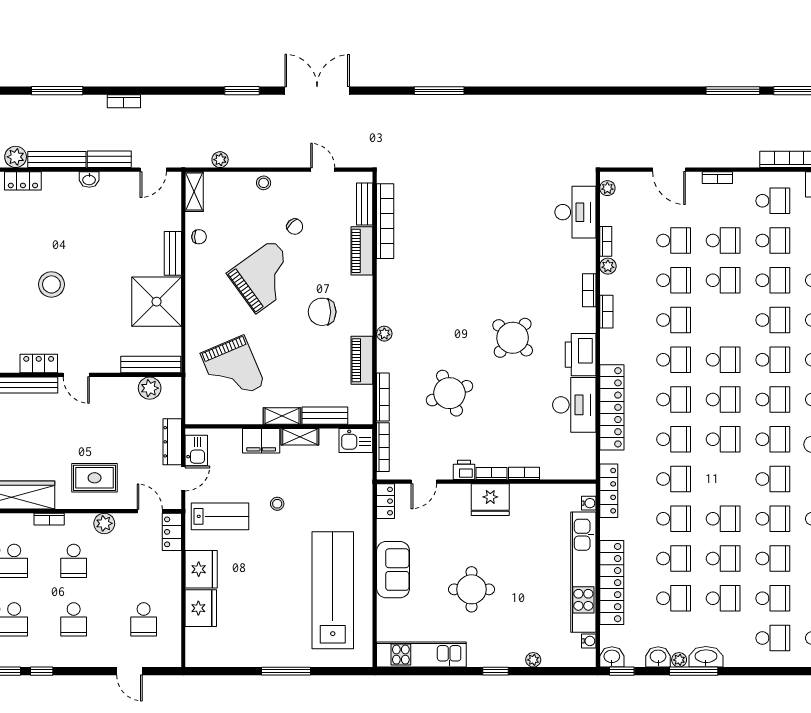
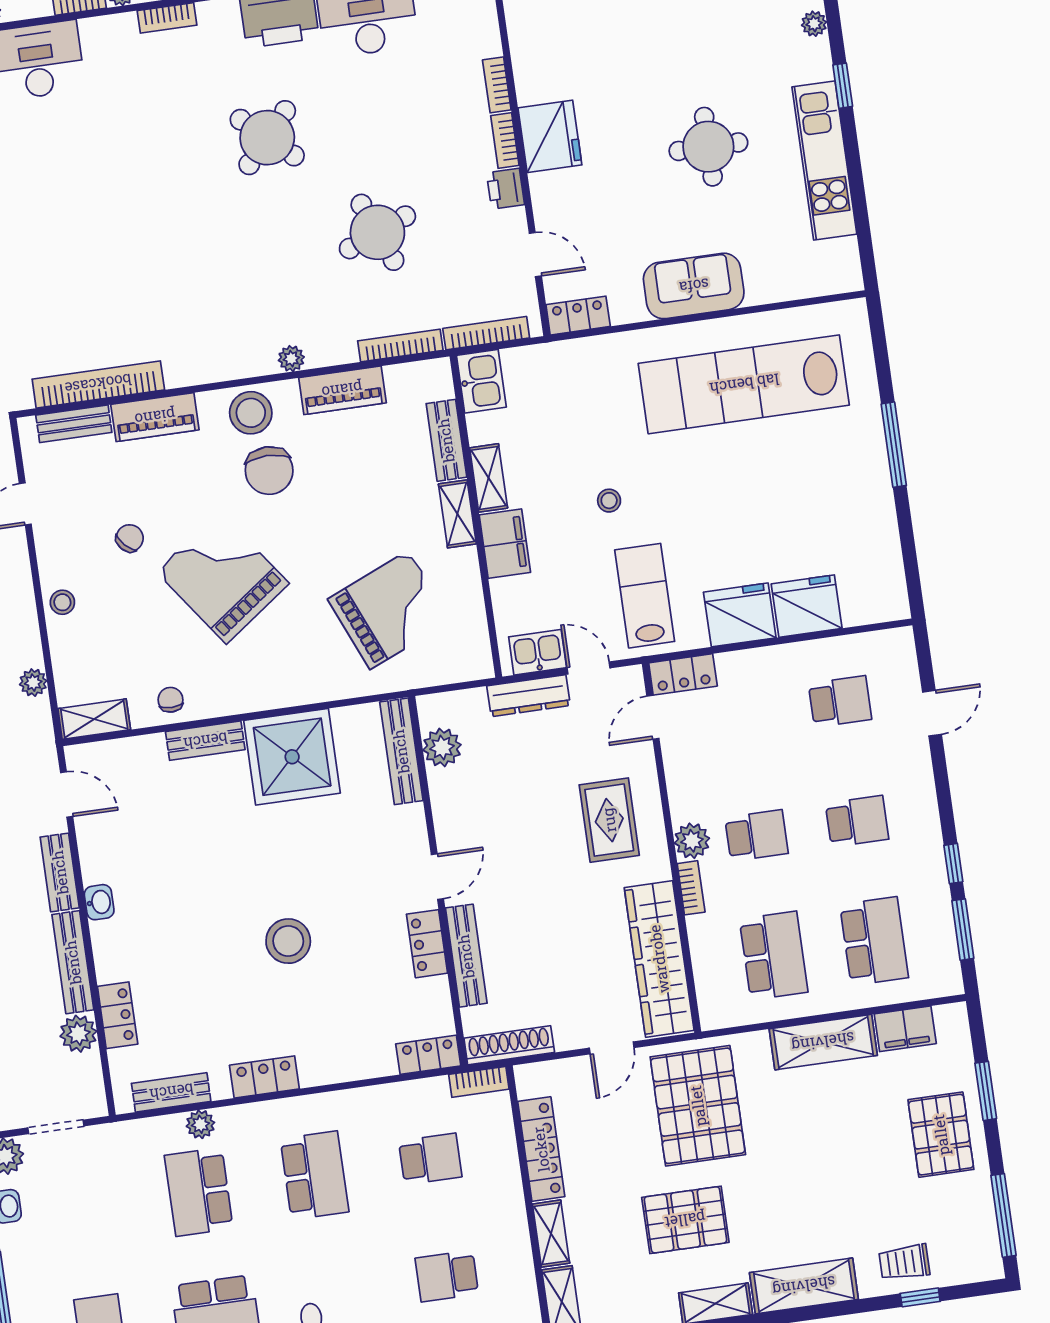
stool: (357, 306) -> (251, 413), added
plant: (104, 523) -> (692, 841), moved
kitchen unit: (421, 655) -> (824, 160), moved

